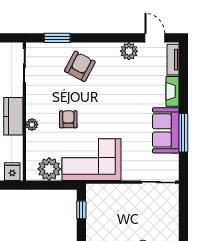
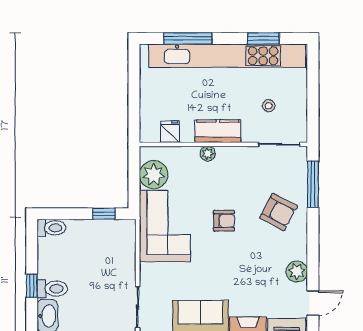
window: (57, 38) -> (313, 184), width x1.44
armchair: (68, 119) -> (224, 221), moved
fridge: (12, 172) -> (170, 132), moved, turned -90

